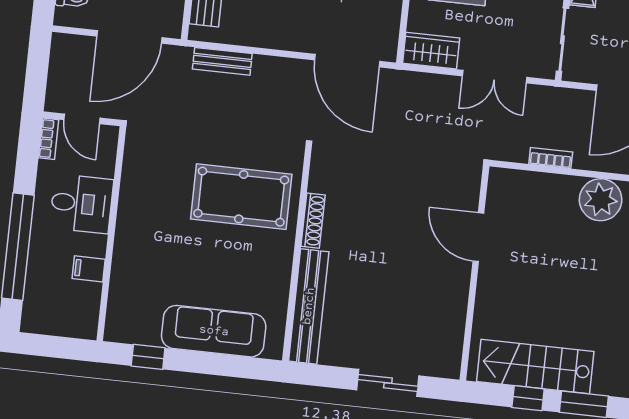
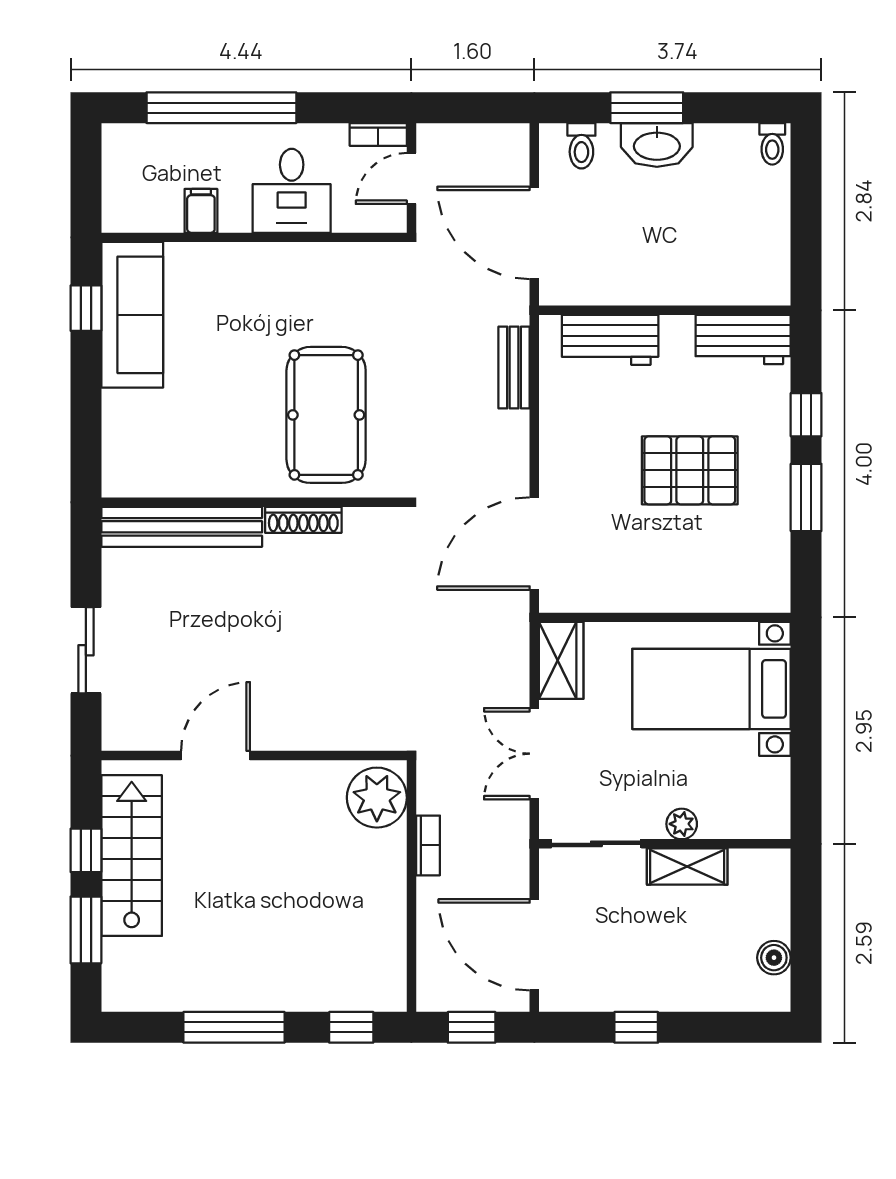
plant: (601, 200) -> (377, 798), moved
door: (478, 237) -> (215, 756), moved
sofa: (214, 331) -> (132, 315), moved

